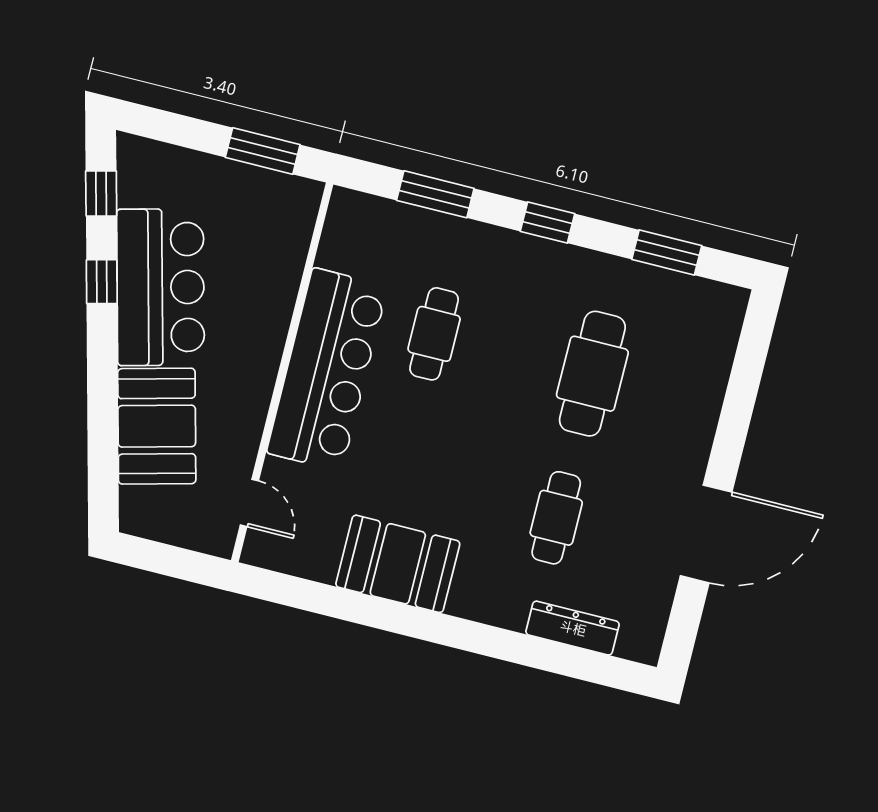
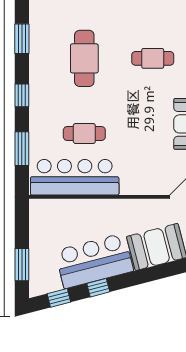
window: (263, 151) -> (22, 265), moved
bar counter: (327, 369) -> (75, 177), moved
cafe table: (592, 374) -> (84, 58), turned 90

